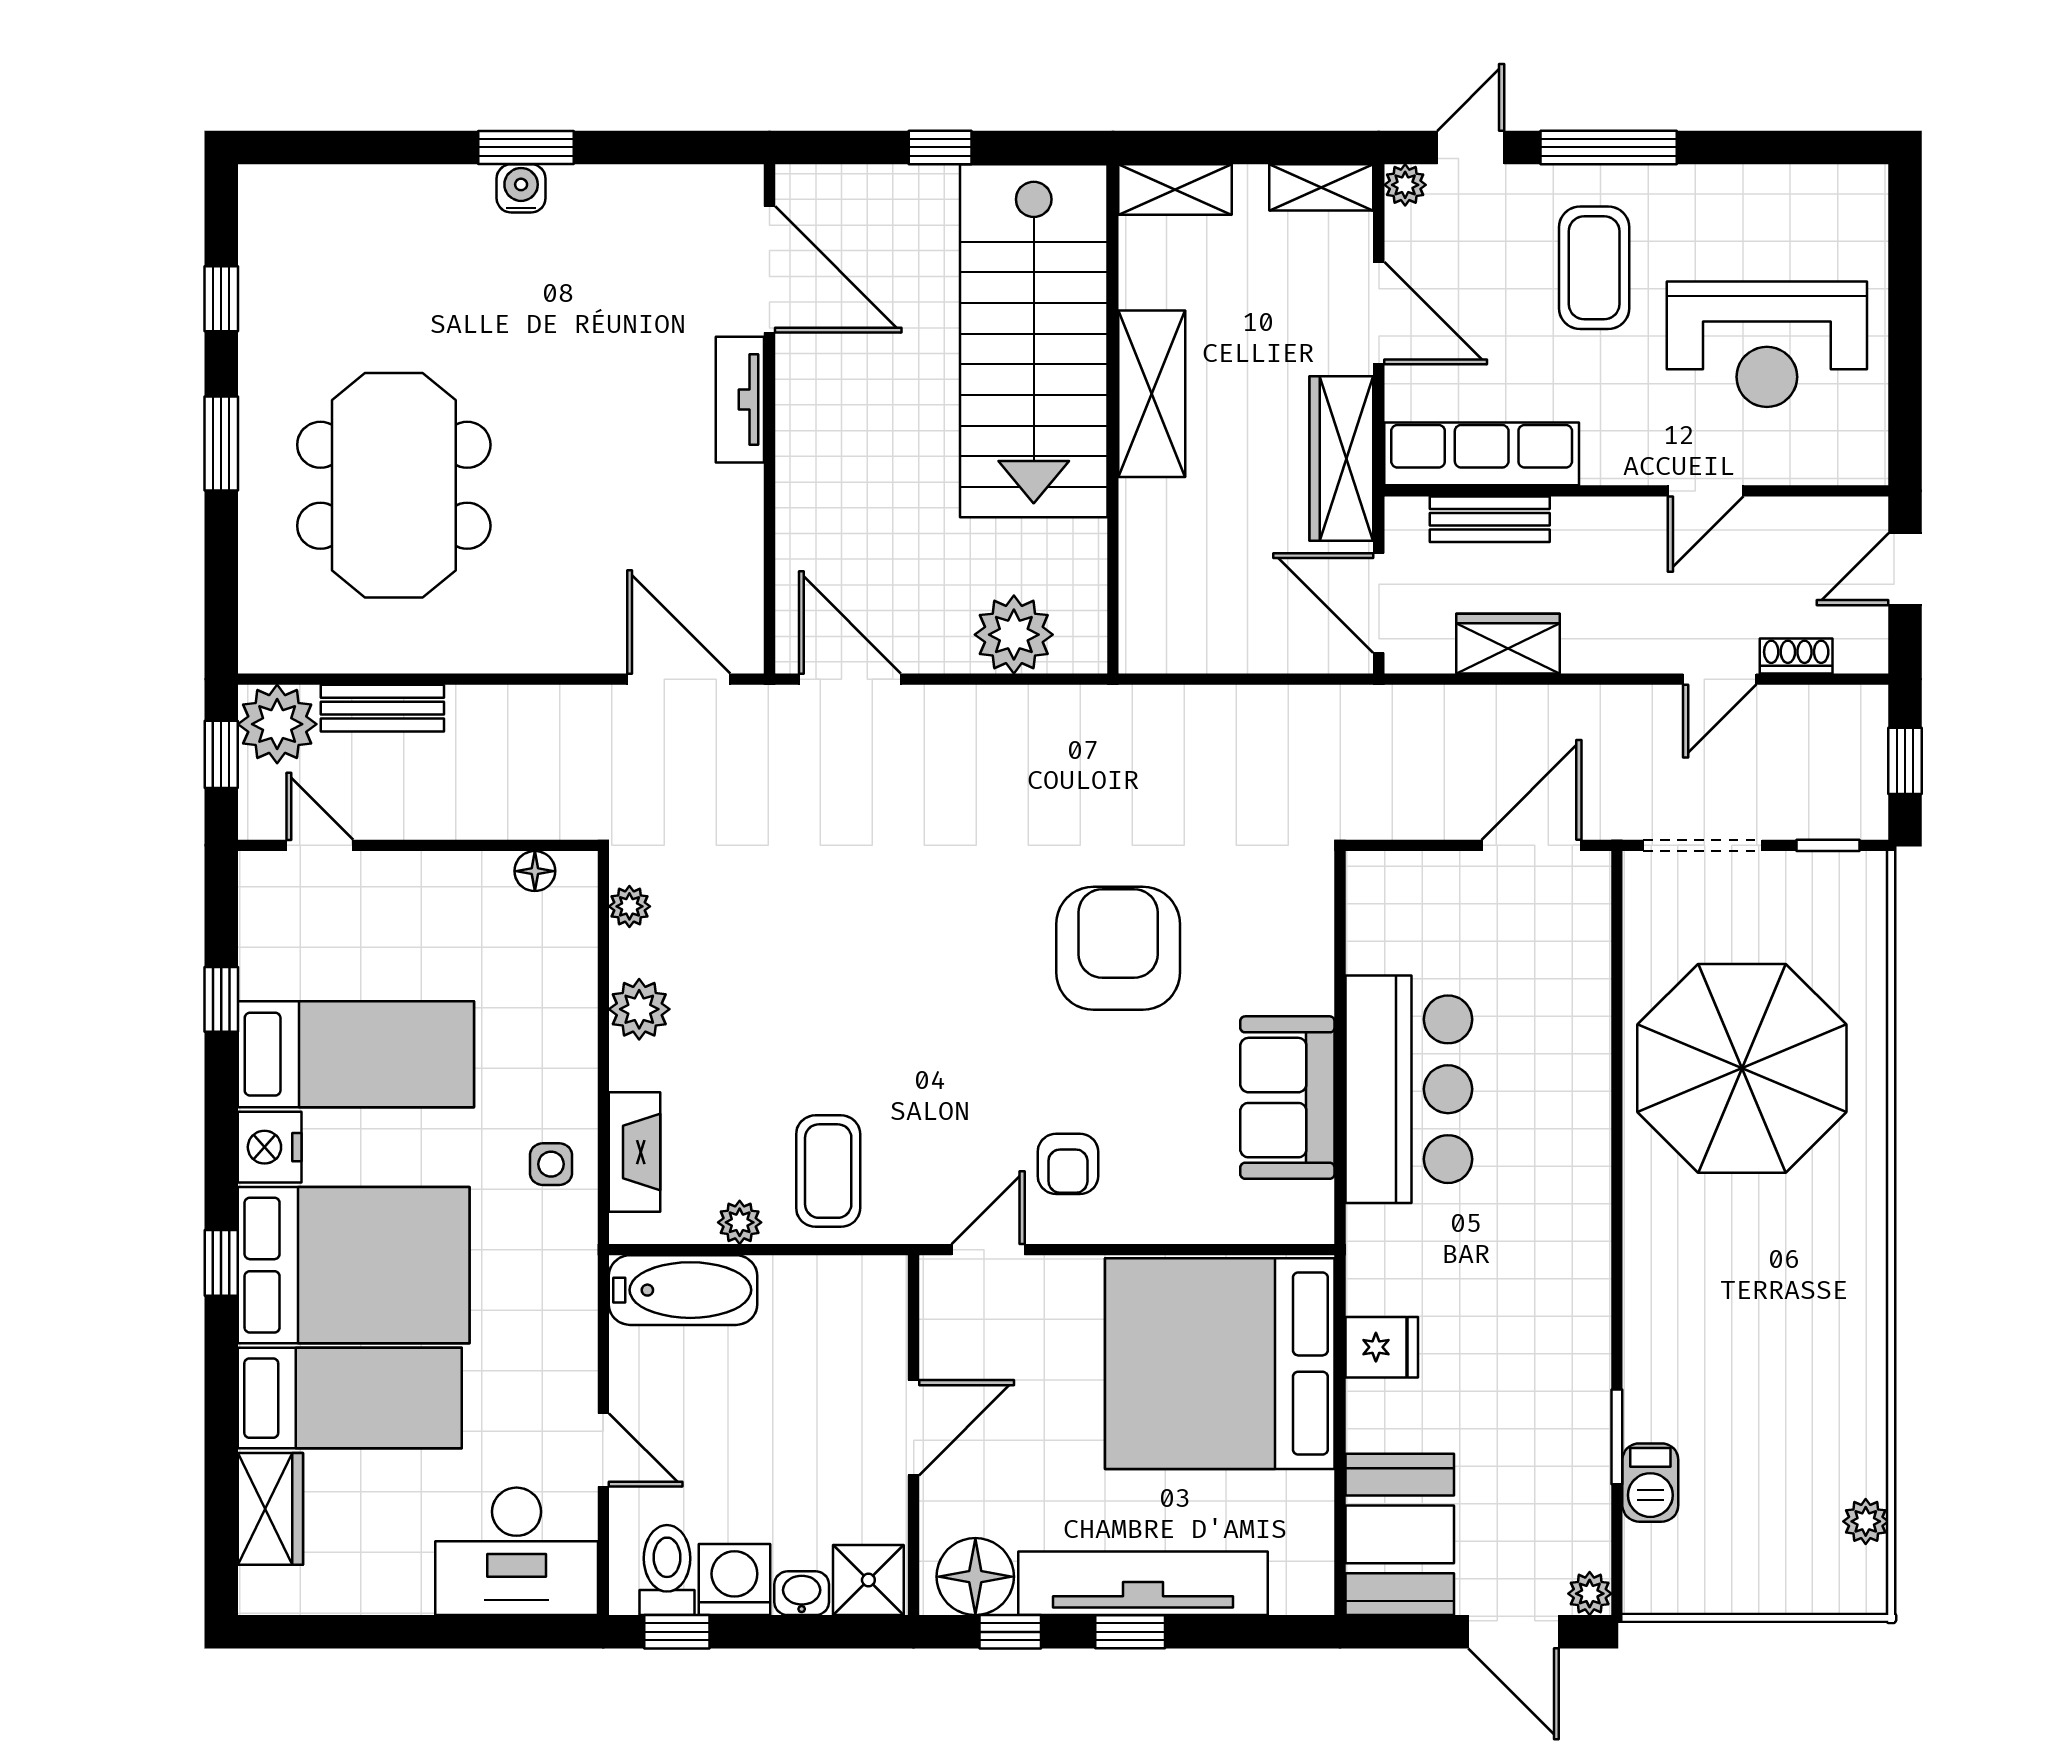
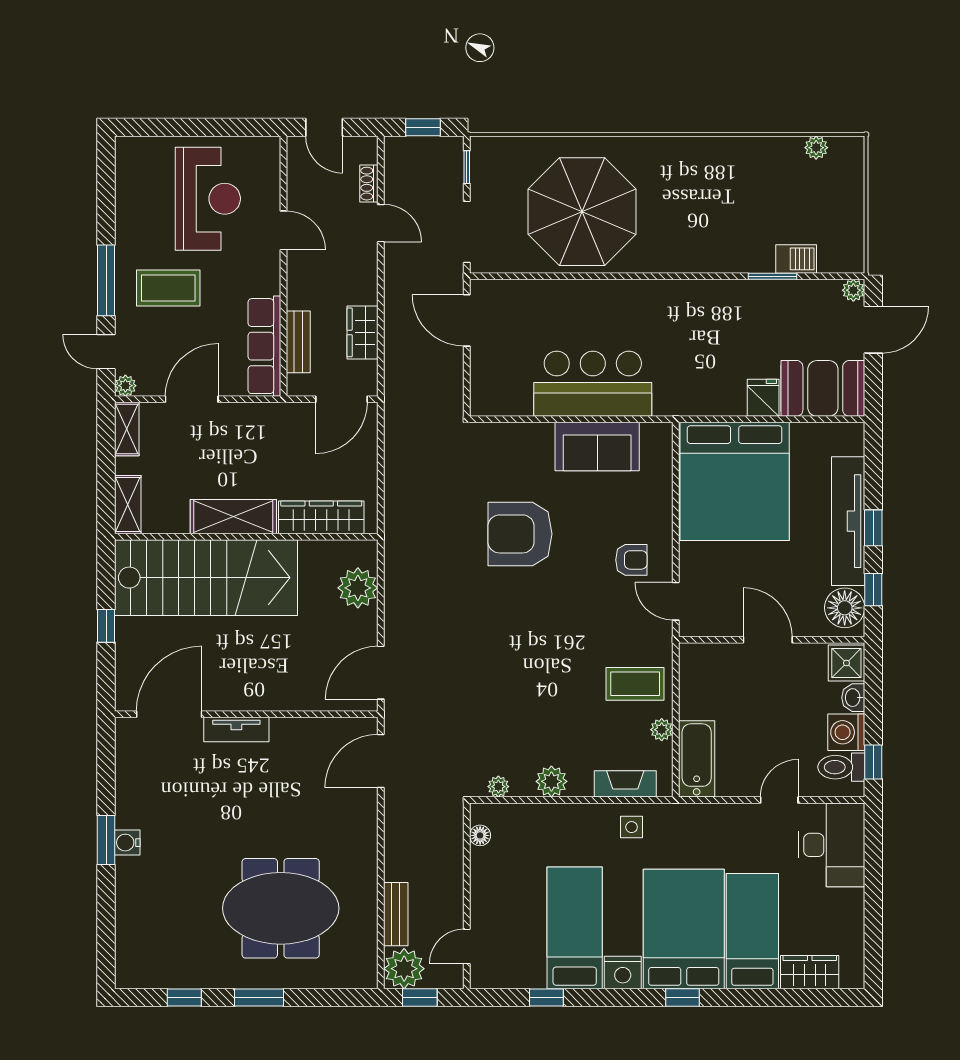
wardrobe: (1341, 458) -> (321, 517), moved, turned 180
fridge: (1382, 1347) -> (763, 398), moved

